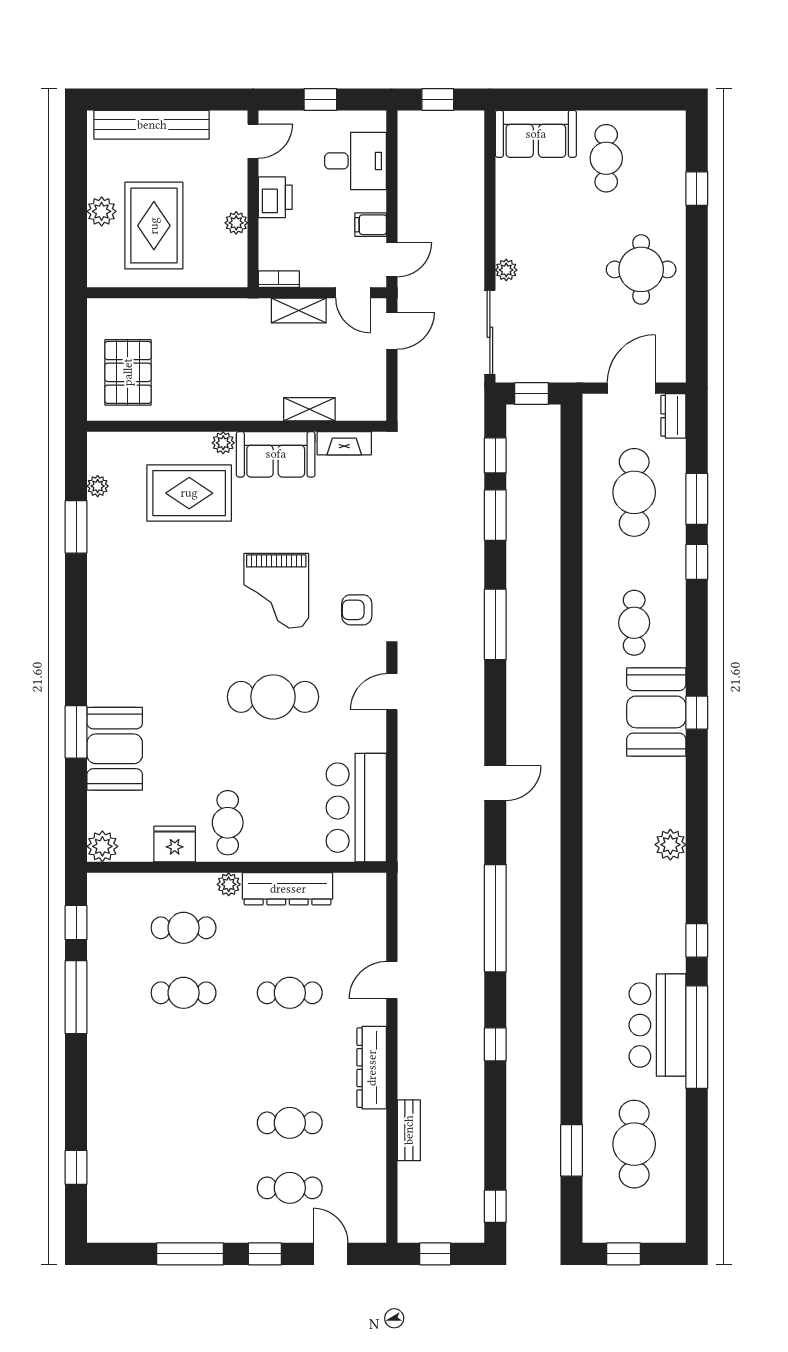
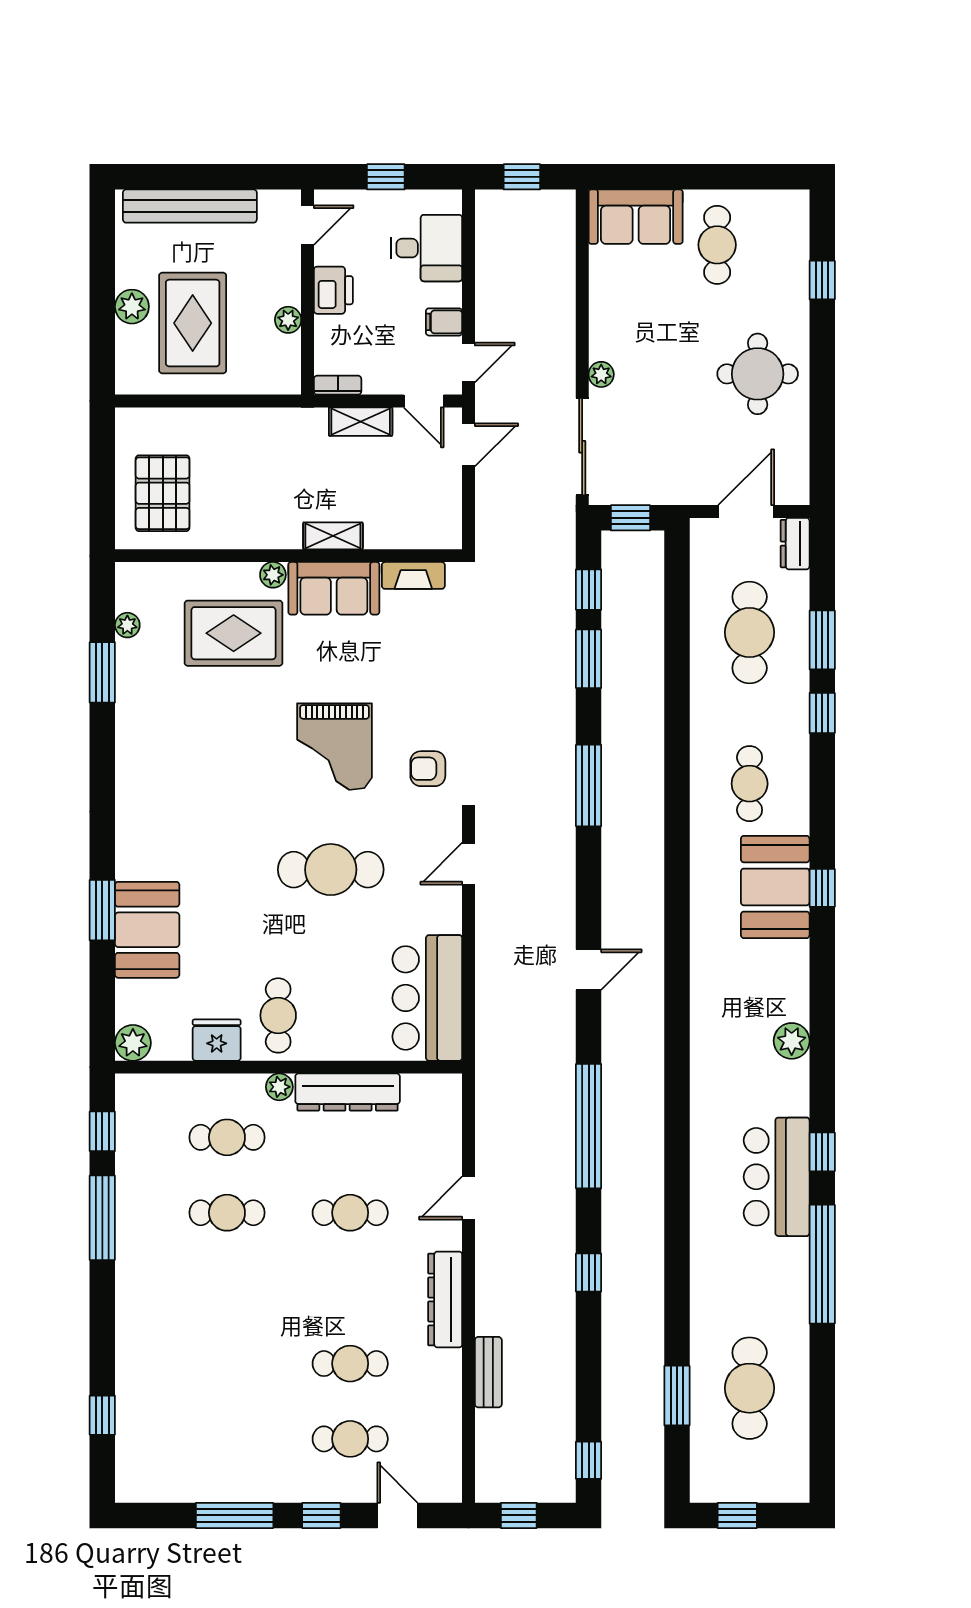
shelving: (309, 409) -> (333, 536), moved
bar counter: (657, 1025) -> (777, 1177), moved

